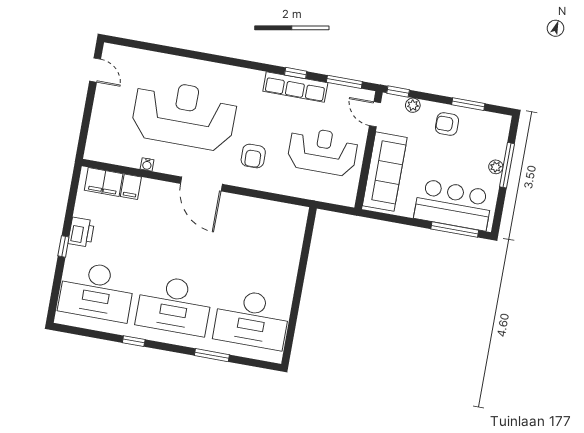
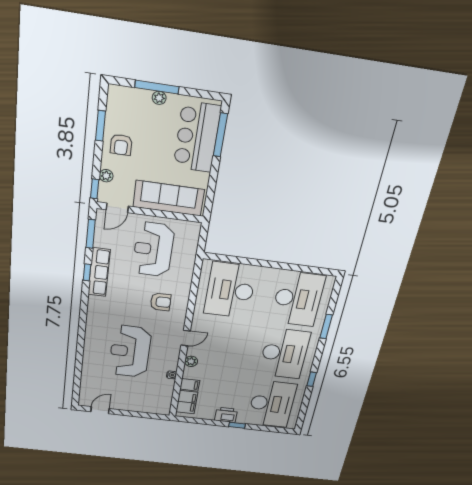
reception desk: (184, 115) -> (130, 351), width x0.74, depth x0.77
door: (201, 184) -> (186, 338), width x0.53
plant: (167, 190) -> (191, 361), added
desk: (266, 239) -> (230, 290), added

